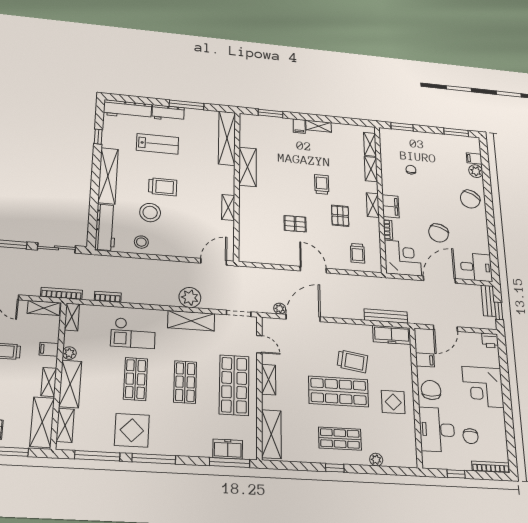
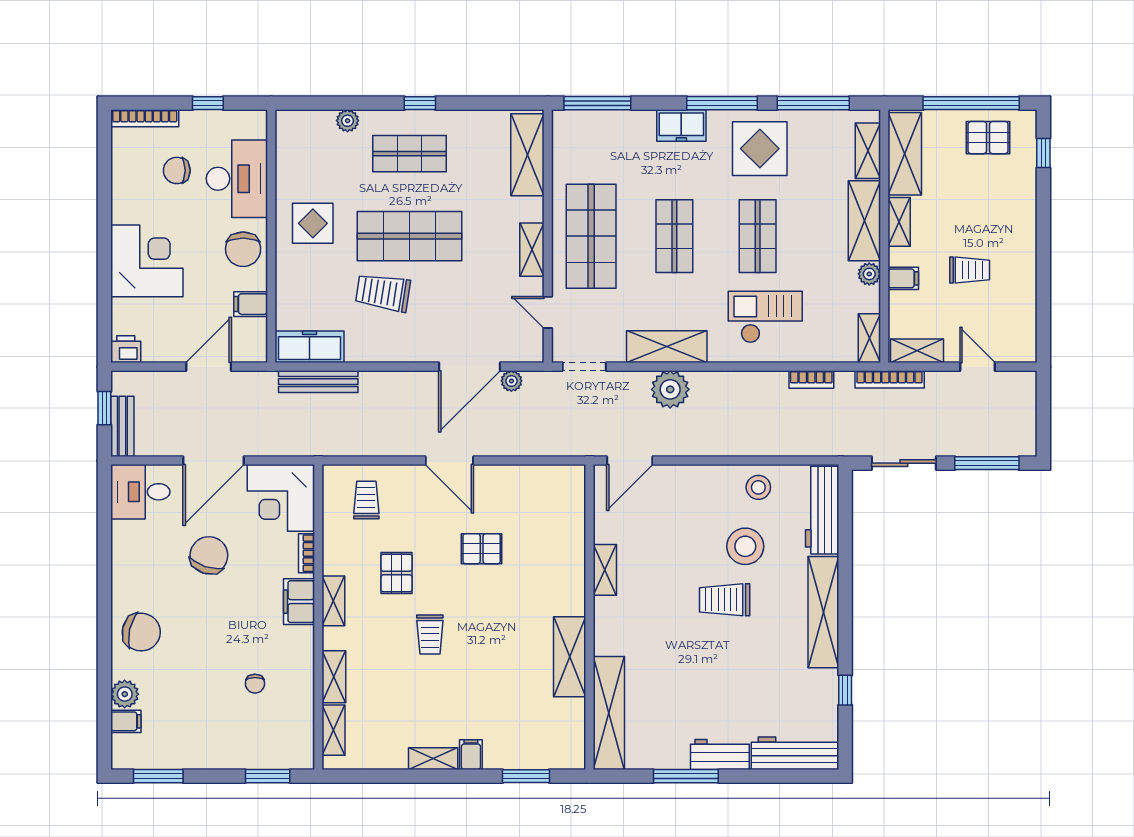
lab bench: (157, 144) -> (737, 687), removed
chair: (470, 199) -> (141, 632), turned 75
chair: (471, 436) -> (177, 170), turned -90
freezer: (228, 449) -> (681, 126), moved

